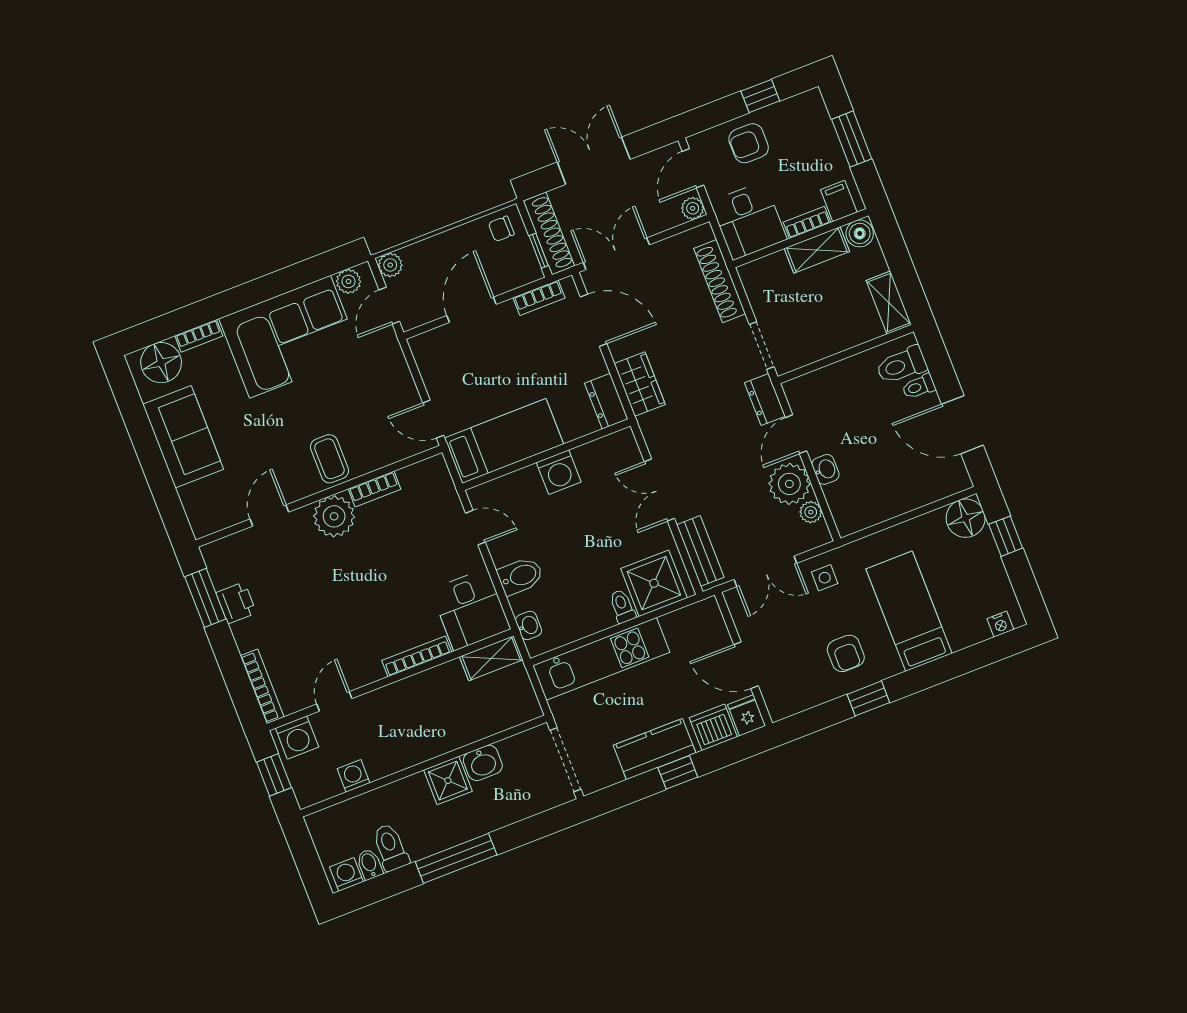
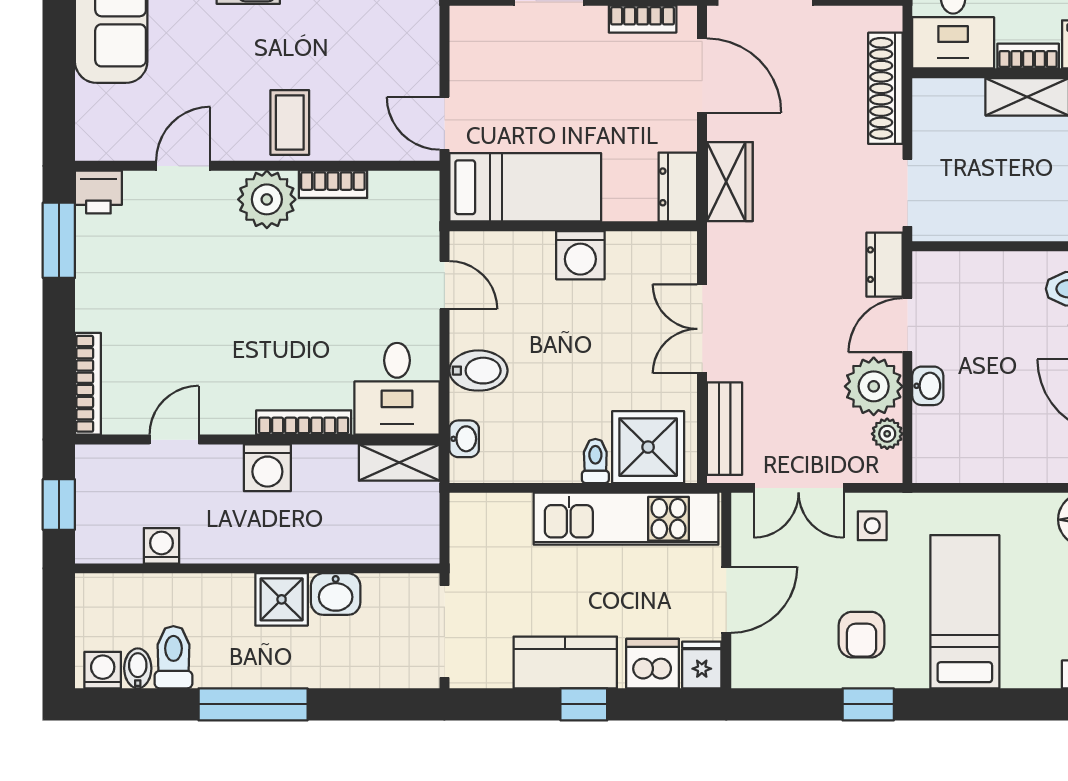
printer: (236, 603) -> (98, 192), moved, turned 90
kitchen unit: (601, 659) -> (626, 519), moved
door: (746, 665) -> (726, 600), swing flipped
washing machine: (297, 738) -> (267, 468), moved

